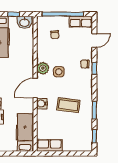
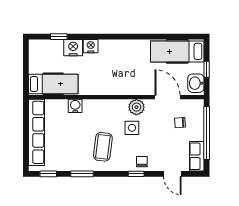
door: (35, 88) -> (168, 97), moved
water cooler: (42, 103) -> (75, 106), moved
coffee table: (68, 105) -> (103, 147), moved
row of seats: (49, 145) -> (36, 132), width x2.02

